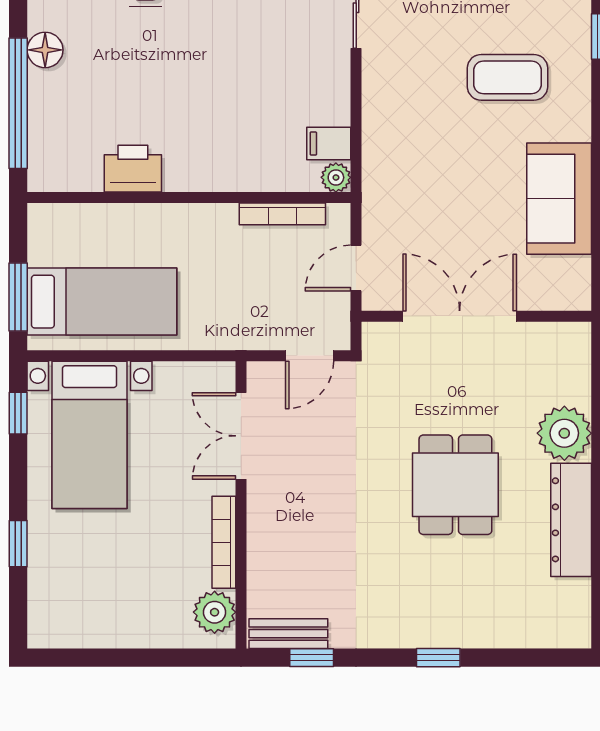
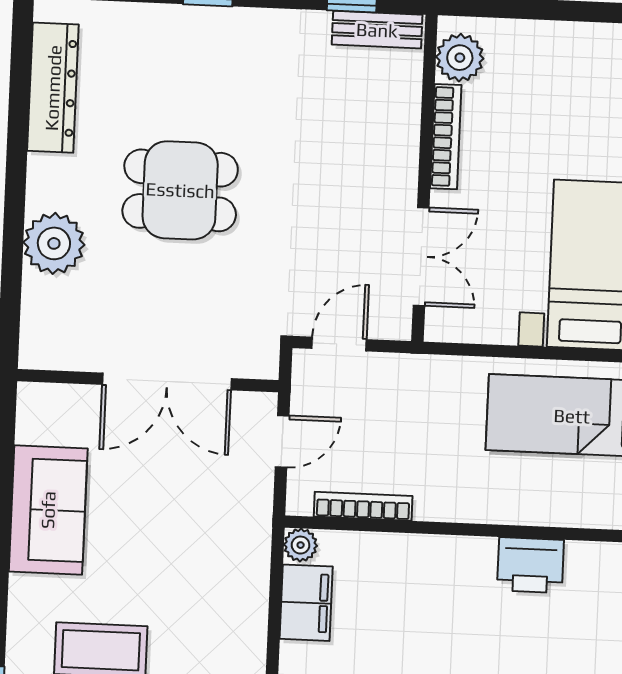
filing cabinet: (329, 143) -> (306, 603), width x2.00
dining table: (455, 485) -> (180, 190), turned 90
dresser: (571, 520) -> (53, 88), moved

